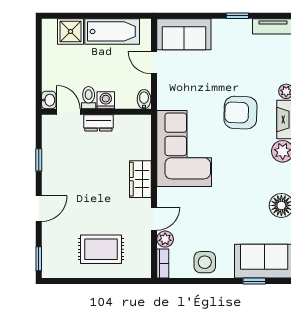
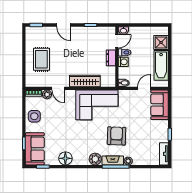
wardrobe: (140, 179) -> (85, 81), width x1.50

